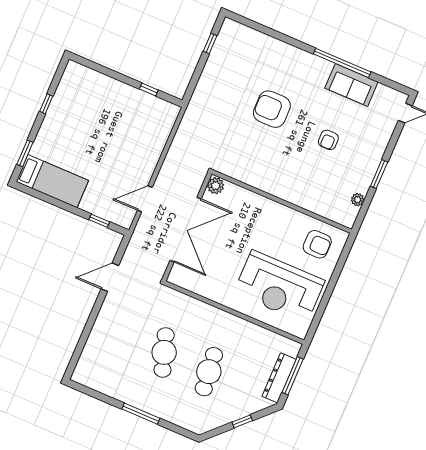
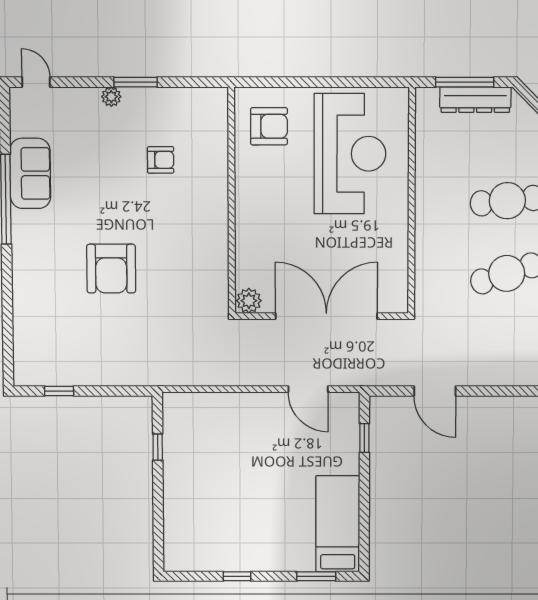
armchair: (328, 140) -> (161, 160), moved
plant: (358, 200) -> (111, 97), moved
armchair: (317, 244) -> (269, 126), turned 90

